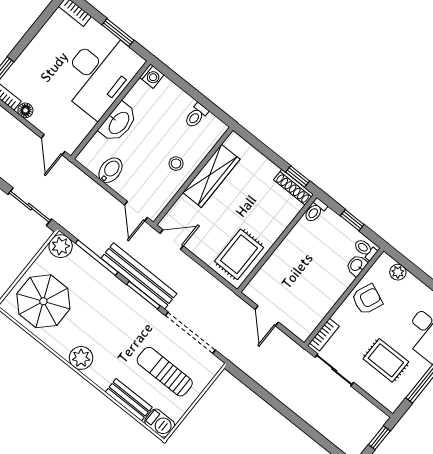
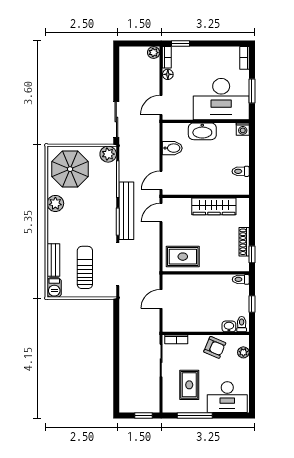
stool: (176, 164) -> (205, 181), removed
shoe rack: (294, 187) -> (244, 242), moved
door: (172, 240) -> (161, 213), swing flipped
plant: (81, 358) -> (55, 203), moved

